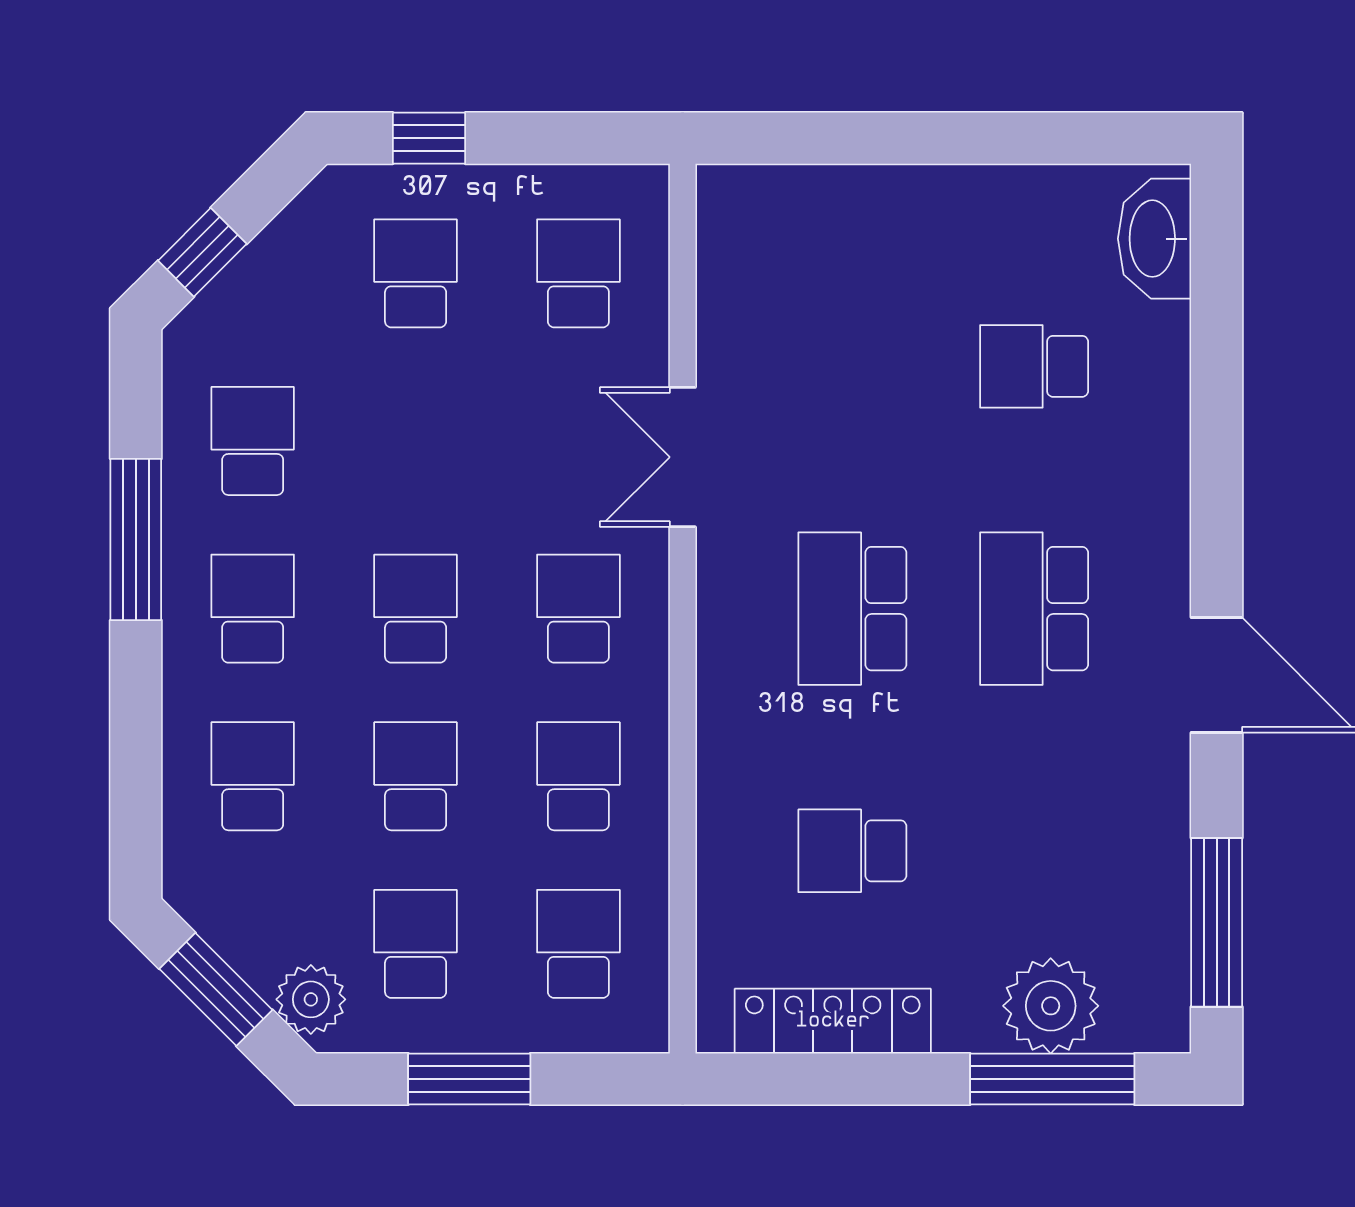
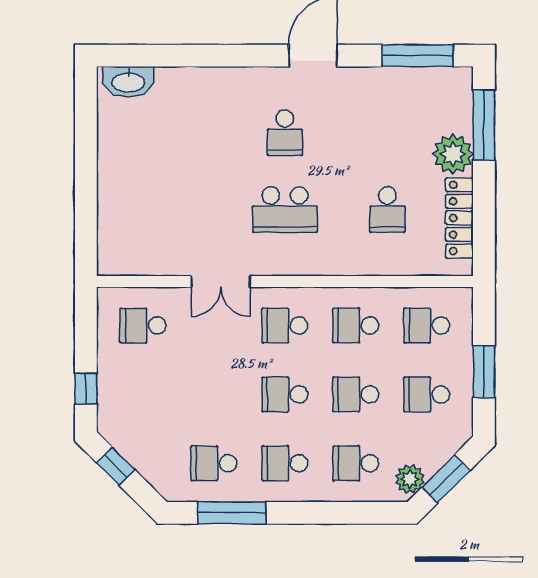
window: (202, 252) -> (116, 466), moved
school desk: (416, 273) -> (143, 394), removed
school desk: (1034, 366) -> (182, 133), removed
window: (136, 539) -> (232, 513), moved
school desk: (1034, 609) -> (285, 133), width x0.54
plant: (311, 999) -> (410, 479), moved
plant: (1051, 1006) -> (453, 154), moved

